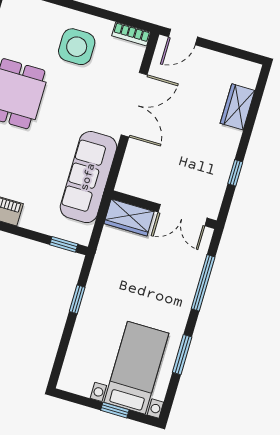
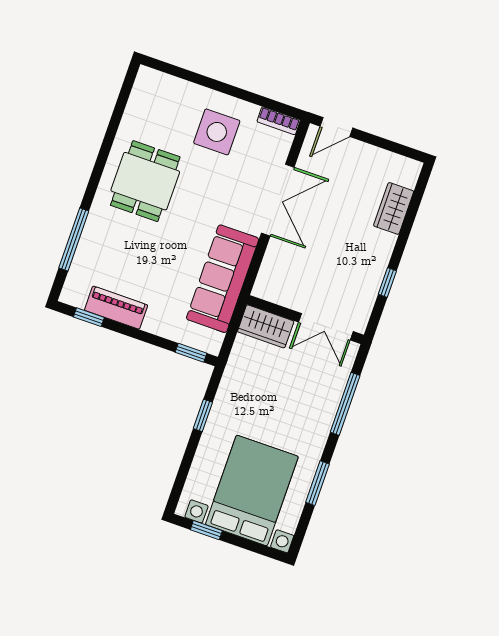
bed with nightstands: (136, 368) -> (252, 490), width x1.36
window: (115, 410) -> (206, 530), moved

